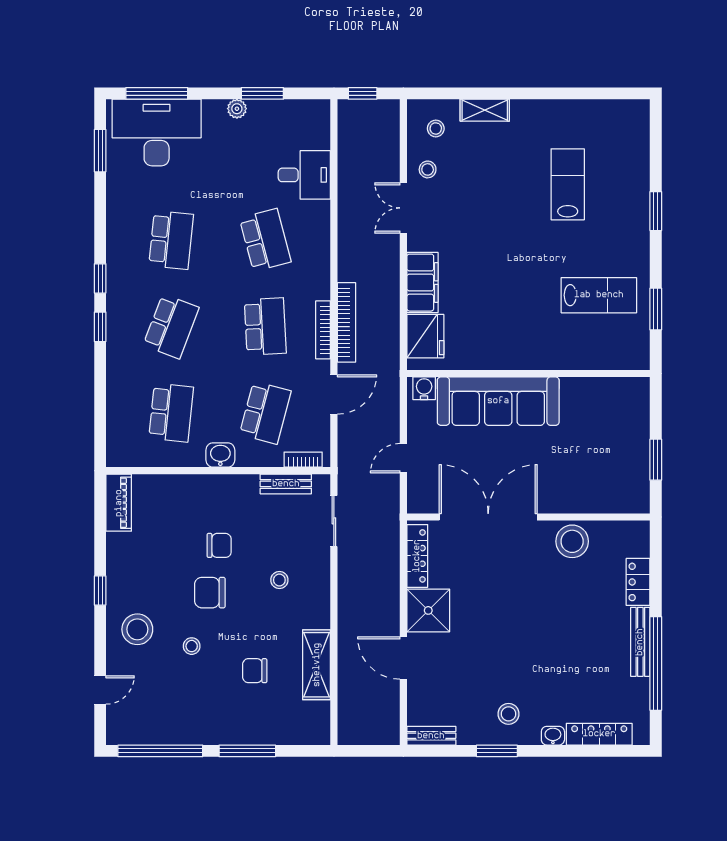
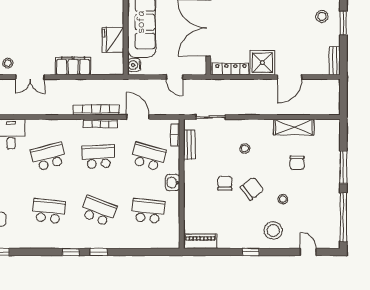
fridge: (425, 336) -> (113, 40), moved, turned -90
chair: (210, 593) -> (252, 189), turned -127

